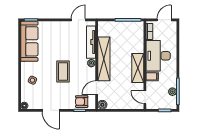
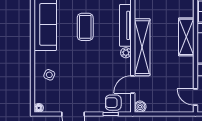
shelving: (138, 68) -> (186, 37), moved
coffee table: (63, 71) -> (85, 27), moved

